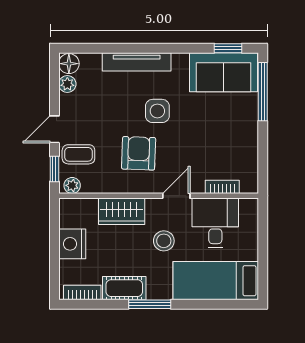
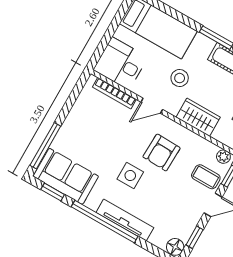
window: (157, 48) -> (105, 222), added
plant: (67, 84) -> (185, 233), removed
window: (54, 85) -> (195, 237), added
bookcase: (222, 187) -> (114, 93), width x1.56
desk: (215, 223) -> (120, 64), moved, turned 90

